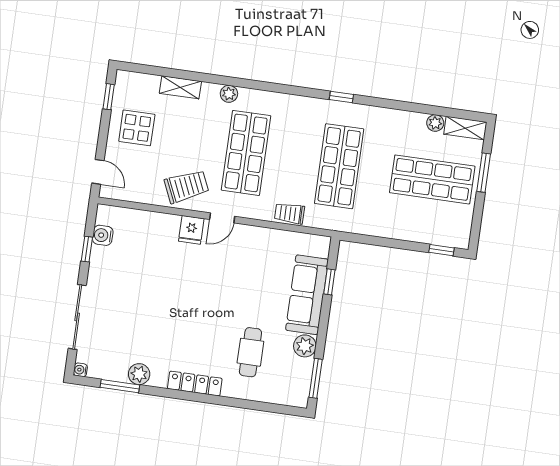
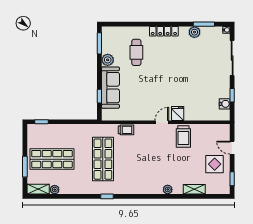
shop shelf: (246, 153) -> (154, 159), removed
door: (98, 172) -> (232, 148), moved
trolley: (187, 186) -> (183, 137), turned -66

